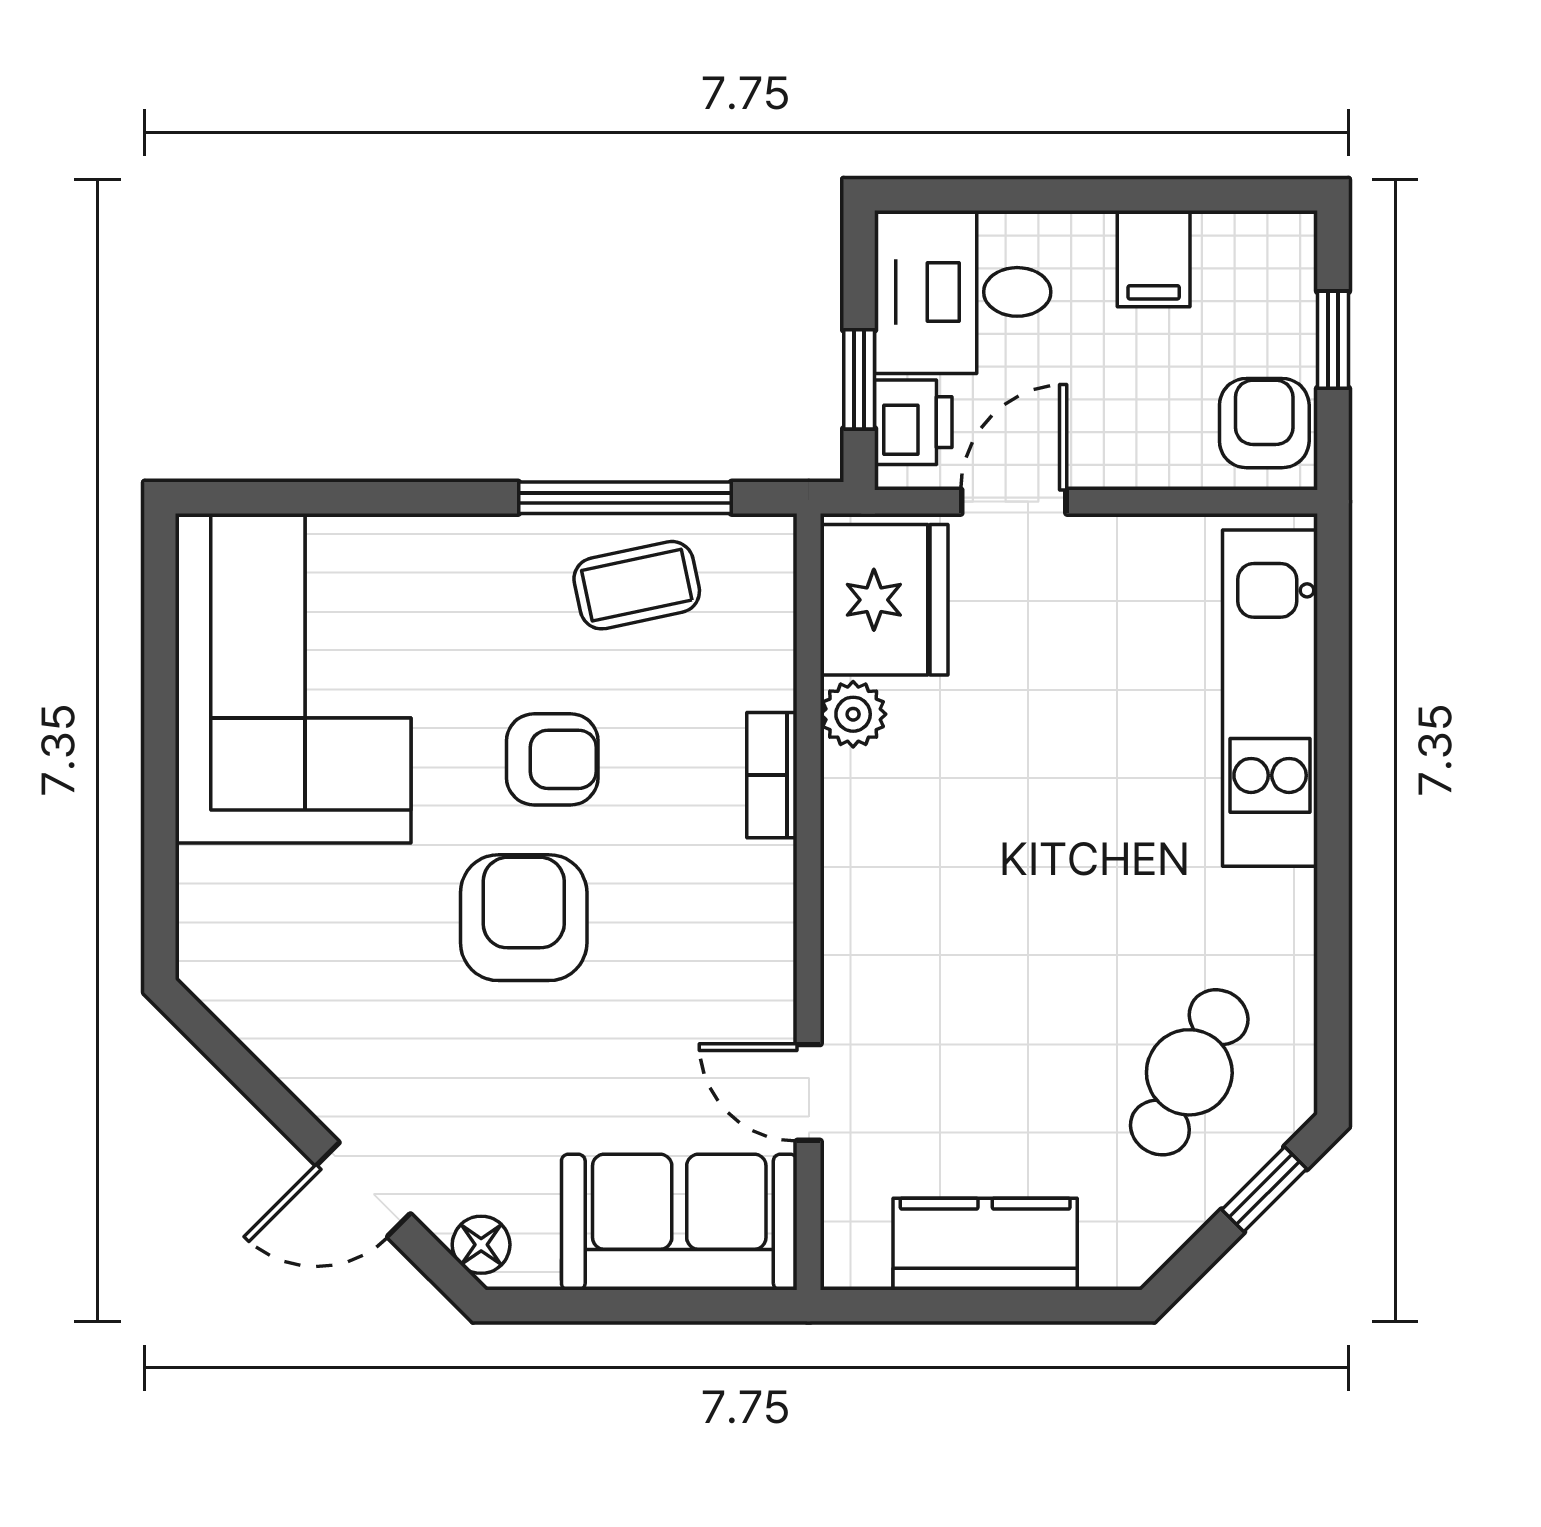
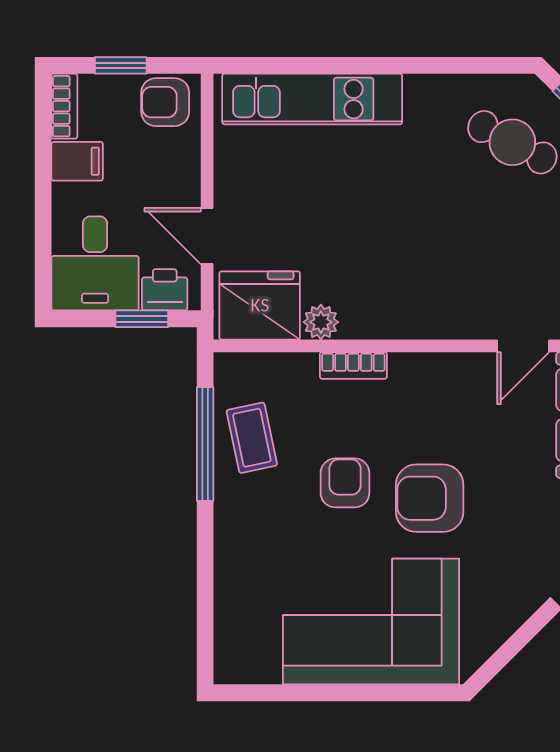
bookcase: (1257, 235) -> (64, 106), added
corner sofa: (293, 678) -> (371, 621), moved

